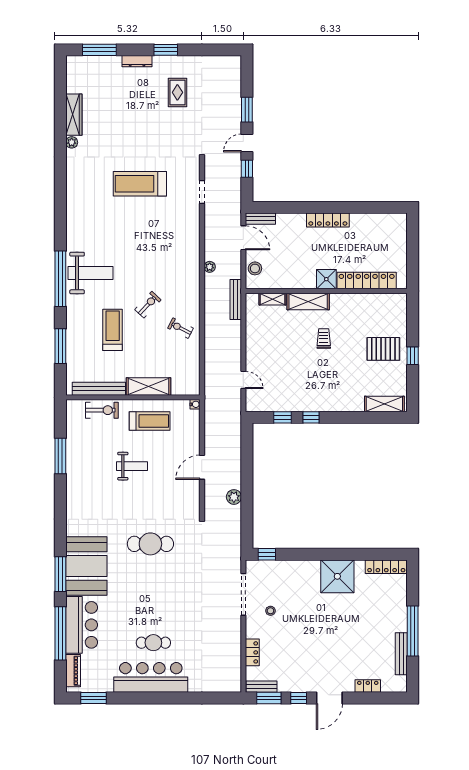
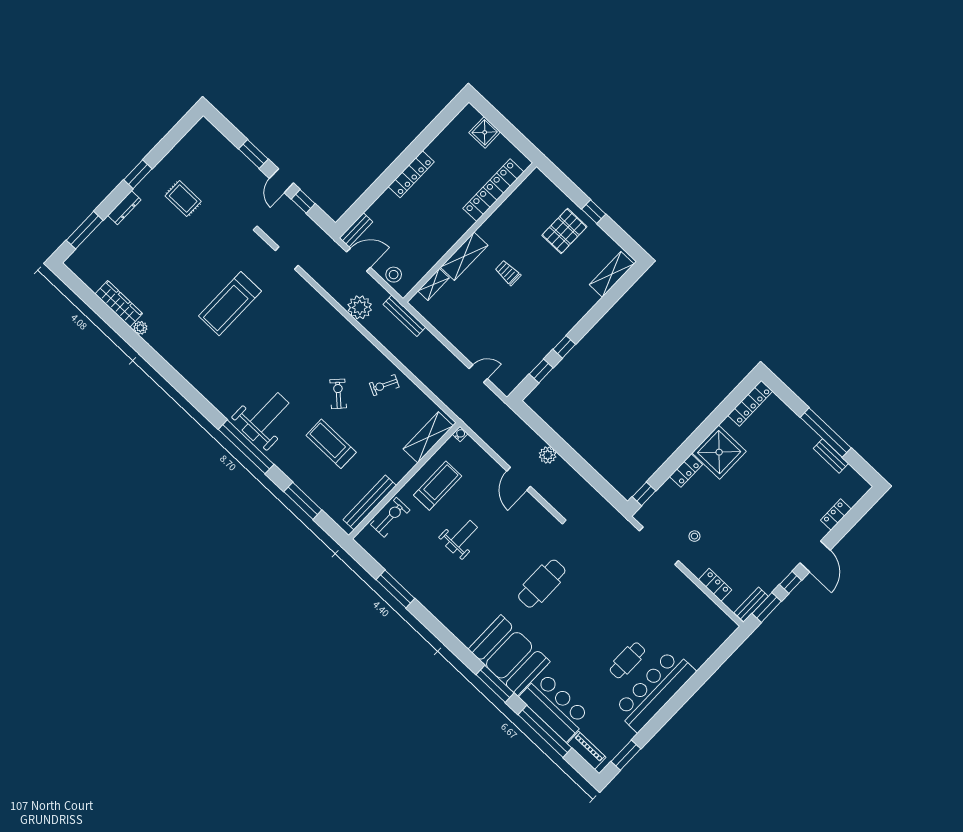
plant: (210, 267) -> (360, 307), width x1.88, depth x1.88
shower: (326, 279) -> (485, 132), moved
shelving: (149, 386) -> (428, 437), moved
plant: (234, 497) -> (548, 455), moved
locker: (306, 567) -> (686, 471), added
bench: (401, 654) -> (831, 456), width x0.73

